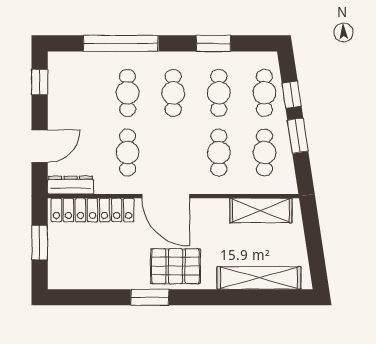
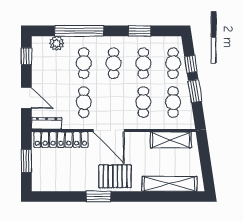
plant: (86, 63) -> (57, 43), added
door: (40, 146) -> (26, 98), hinge flipped

